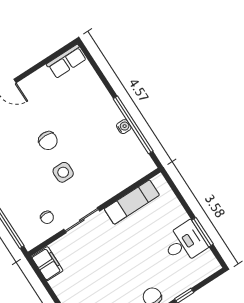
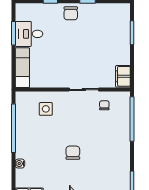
water cooler: (124, 127) -> (20, 164), moved
side table: (63, 172) -> (46, 109), moved
exam couch: (132, 202) -> (22, 68), moved, turned 90

